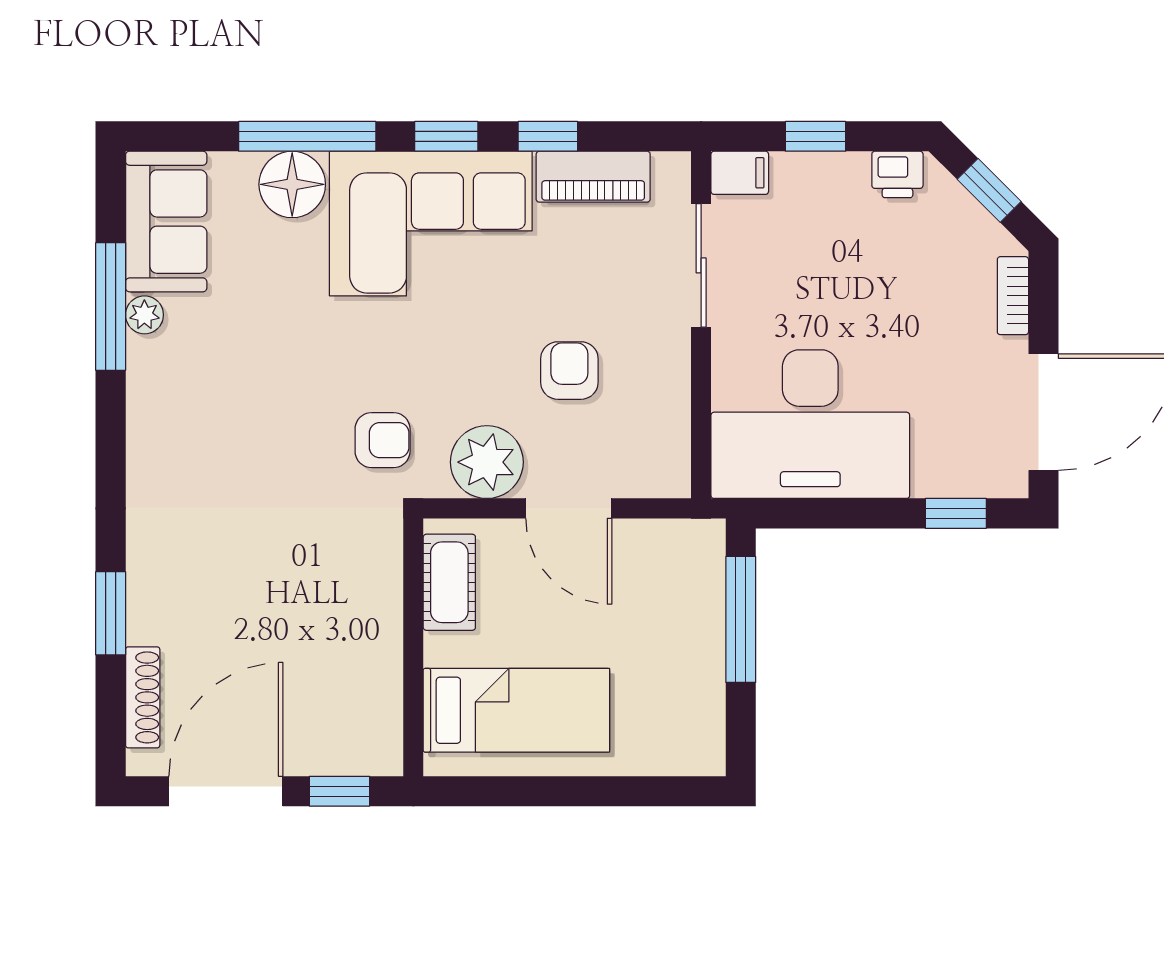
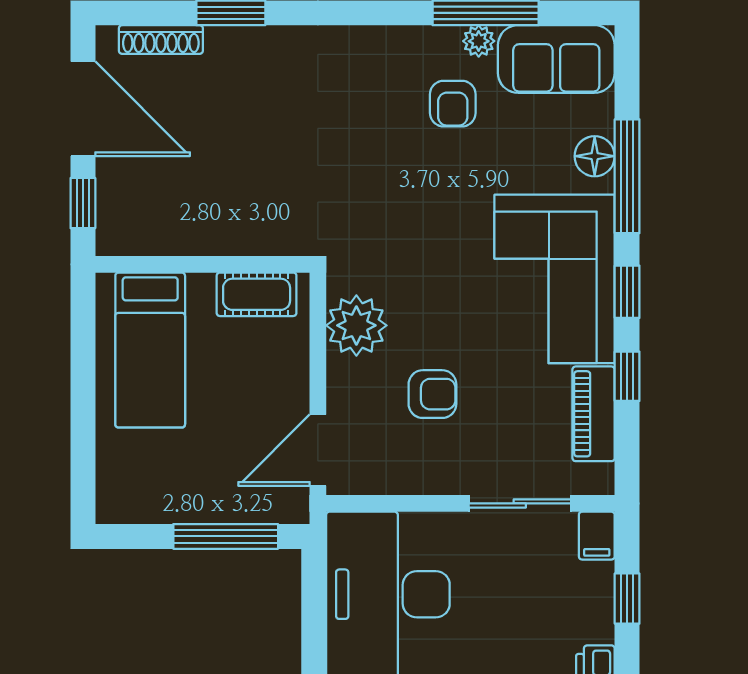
floor lamp: (292, 184) -> (595, 156), width x0.73, depth x0.73
armchair: (383, 440) -> (453, 104), moved
door: (569, 508) -> (318, 450), moved

